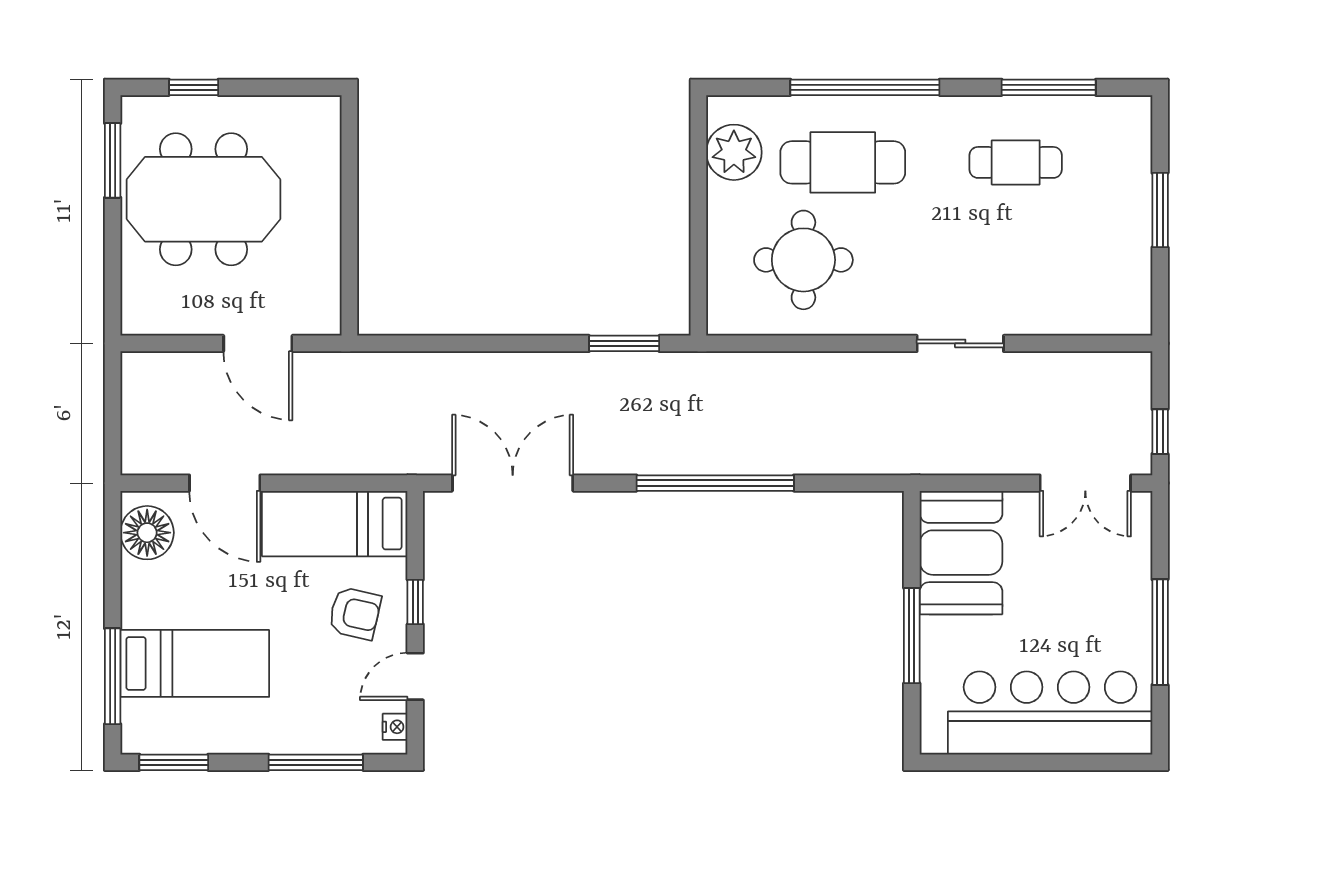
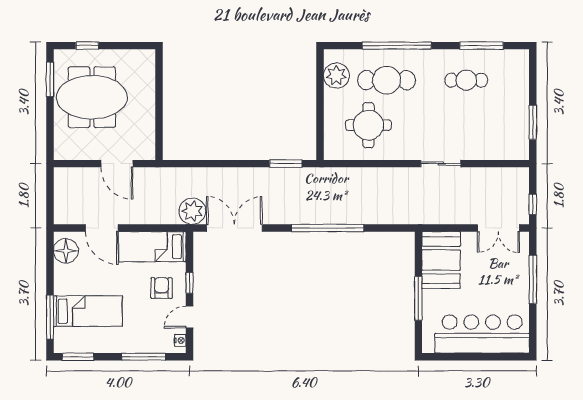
window: (1160, 210) -> (533, 122), moved
plant: (422, 446) -> (192, 211), added
armchair: (355, 613) -> (162, 288), turned -103
window: (1160, 632) -> (533, 279), moved

